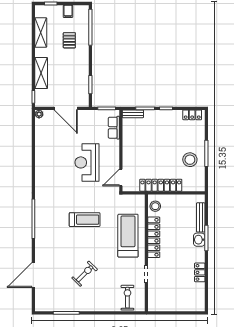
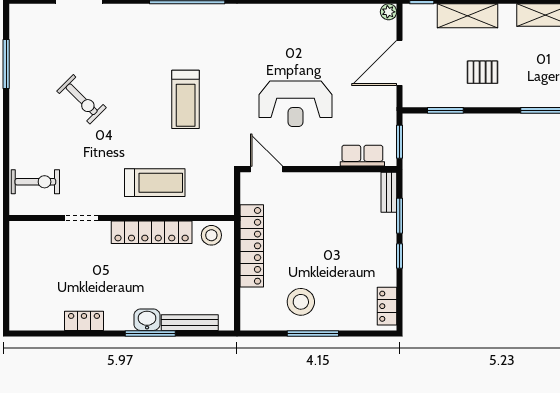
pallet: (69, 40) -> (483, 72), moved
reception desk: (87, 162) -> (295, 104), turned 180
treadmill: (128, 236) -> (155, 183), width x0.73, depth x0.73

